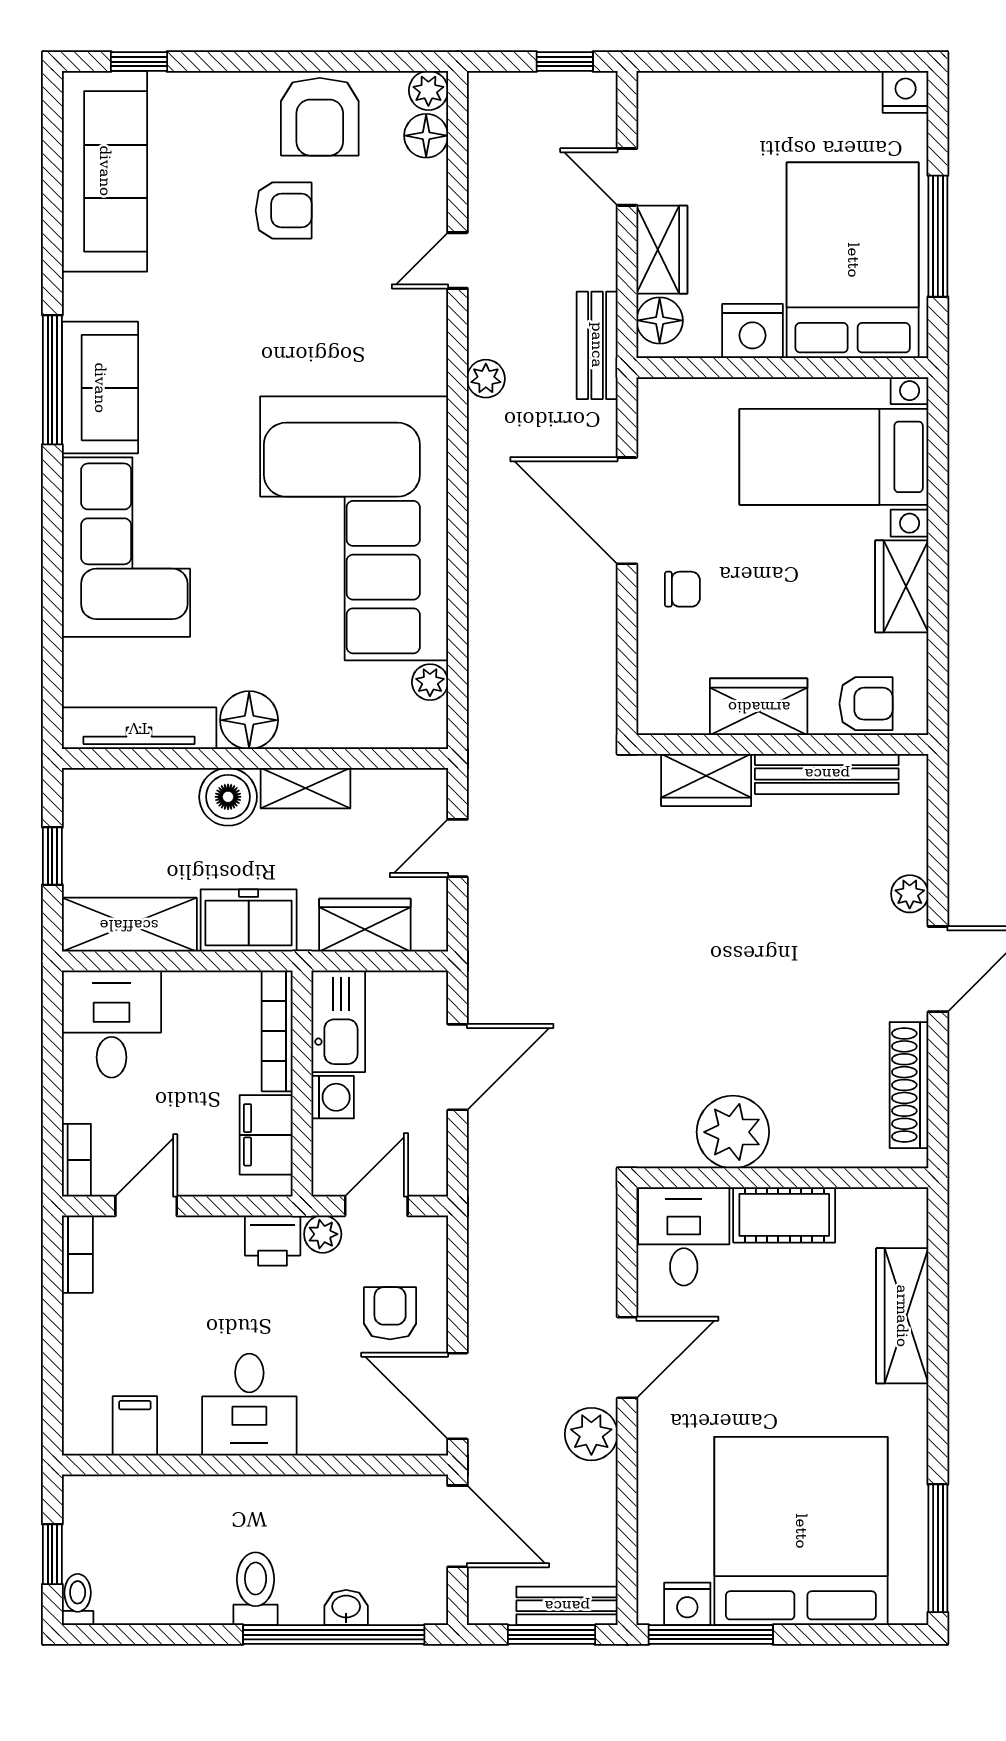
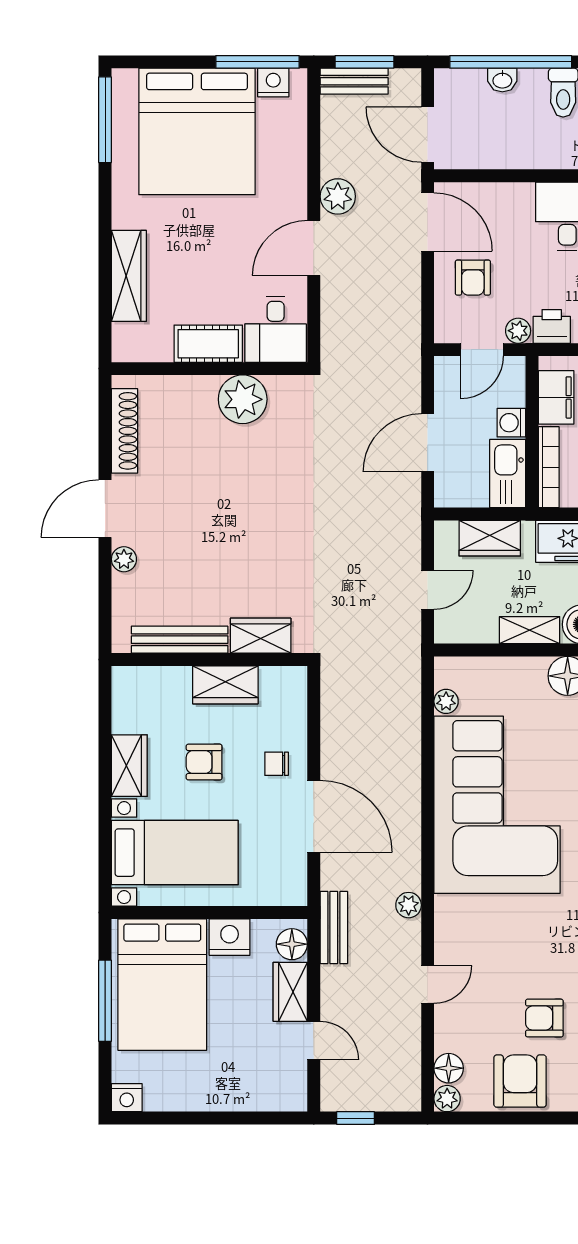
armchair: (866, 704) -> (204, 762), moved

